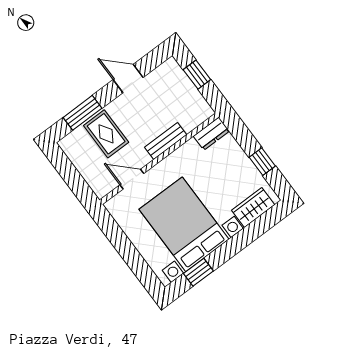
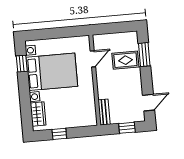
door: (128, 78) -> (149, 103), moved
dresser: (211, 134) -> (91, 116), removed
bench: (166, 141) -> (104, 112), moved

